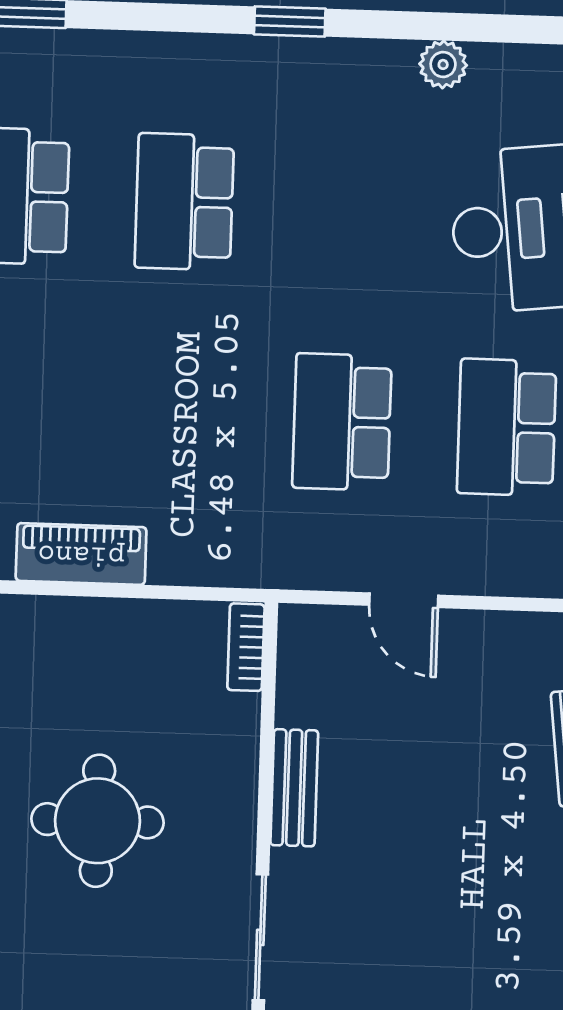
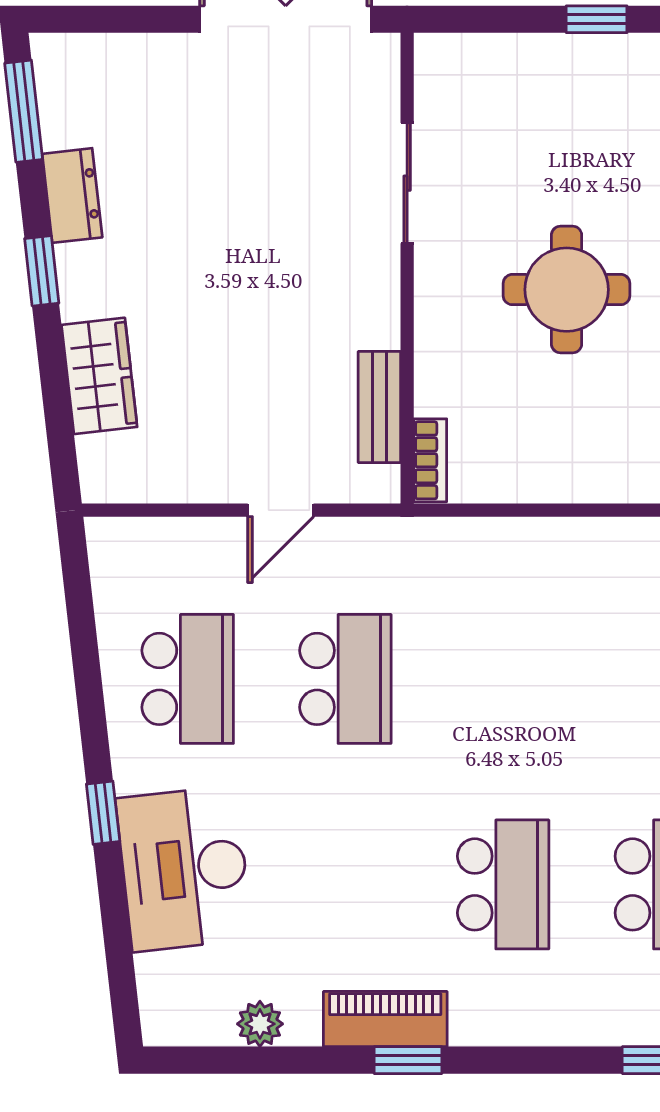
piano: (81, 554) -> (385, 1019), moved, turned 180
door: (404, 600) -> (281, 510), swing flipped
bench: (294, 788) -> (379, 407), moved

